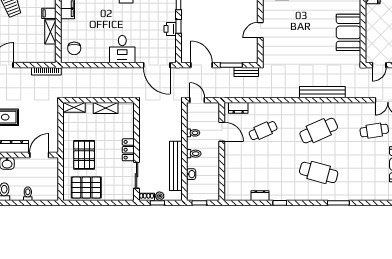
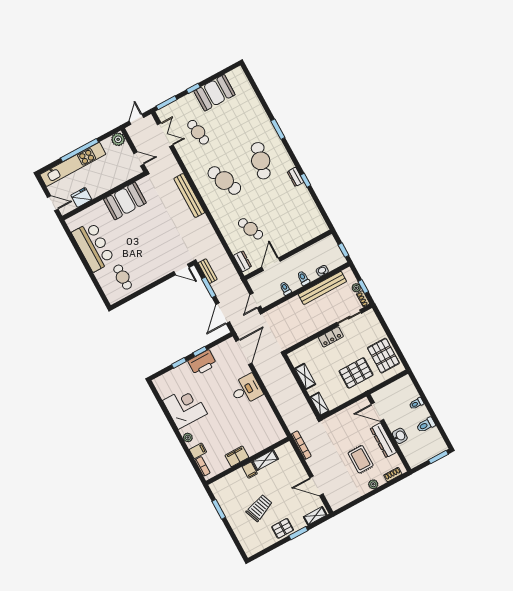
printer: (170, 29) -> (202, 363), width x1.87, depth x1.48
door: (260, 30) -> (181, 269), moved
chair: (74, 48) -> (268, 432), removed
dresser: (260, 196) -> (295, 177), moved

